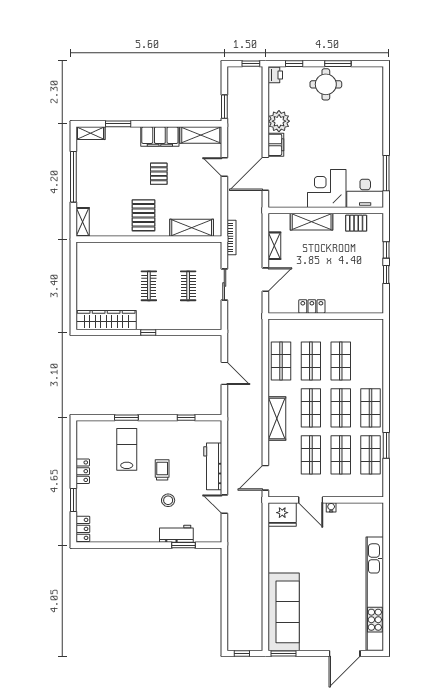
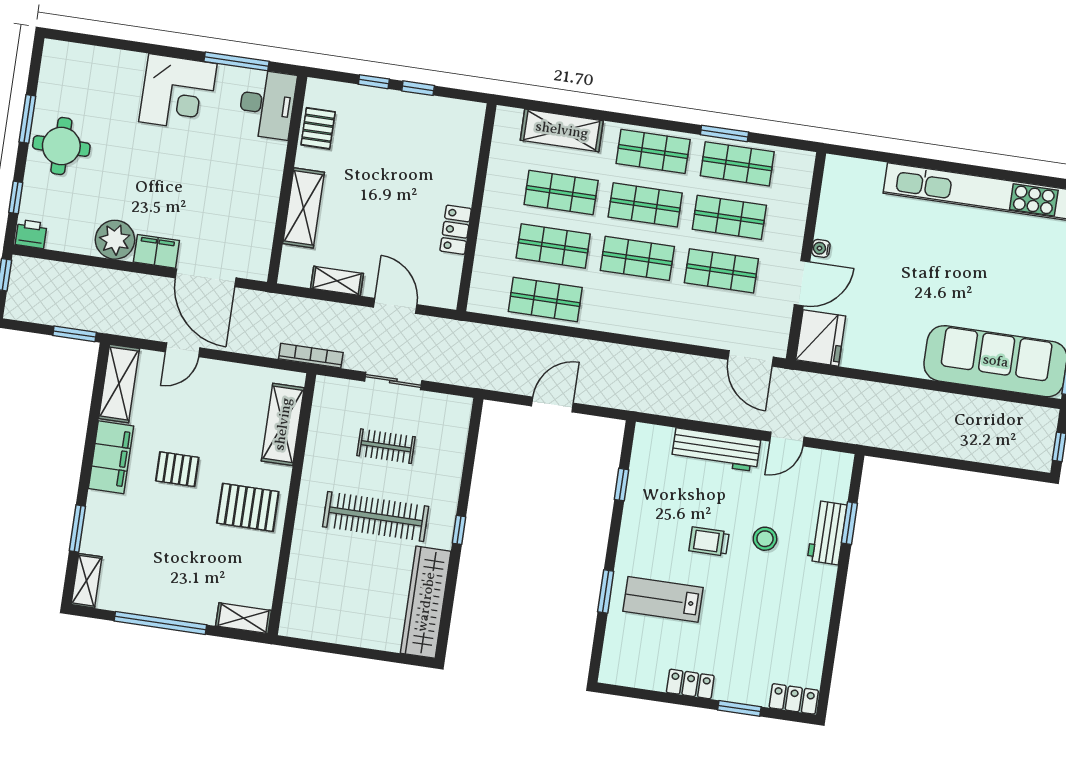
corner desk: (327, 189) -> (178, 93), moved, turned -90
clothes rail: (149, 286) -> (376, 517), width x1.86, depth x1.31
shelving: (277, 418) -> (562, 130), moved

